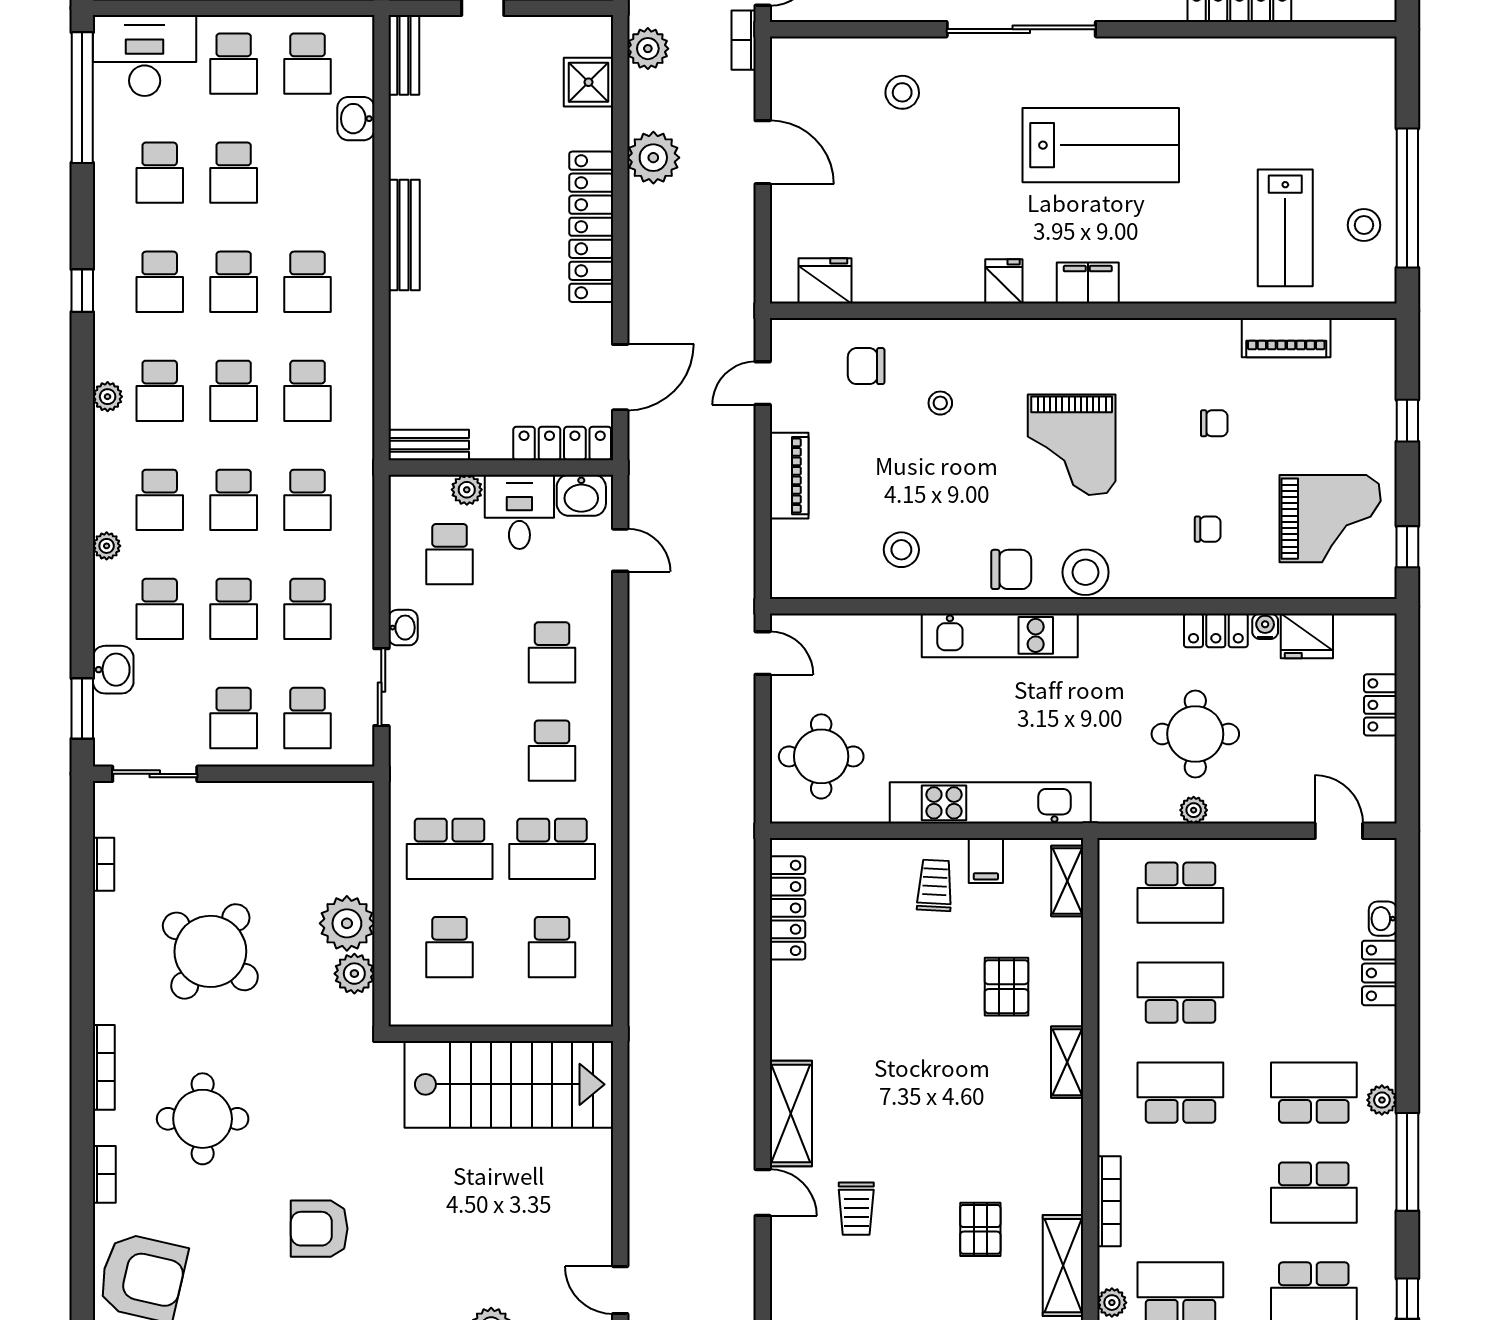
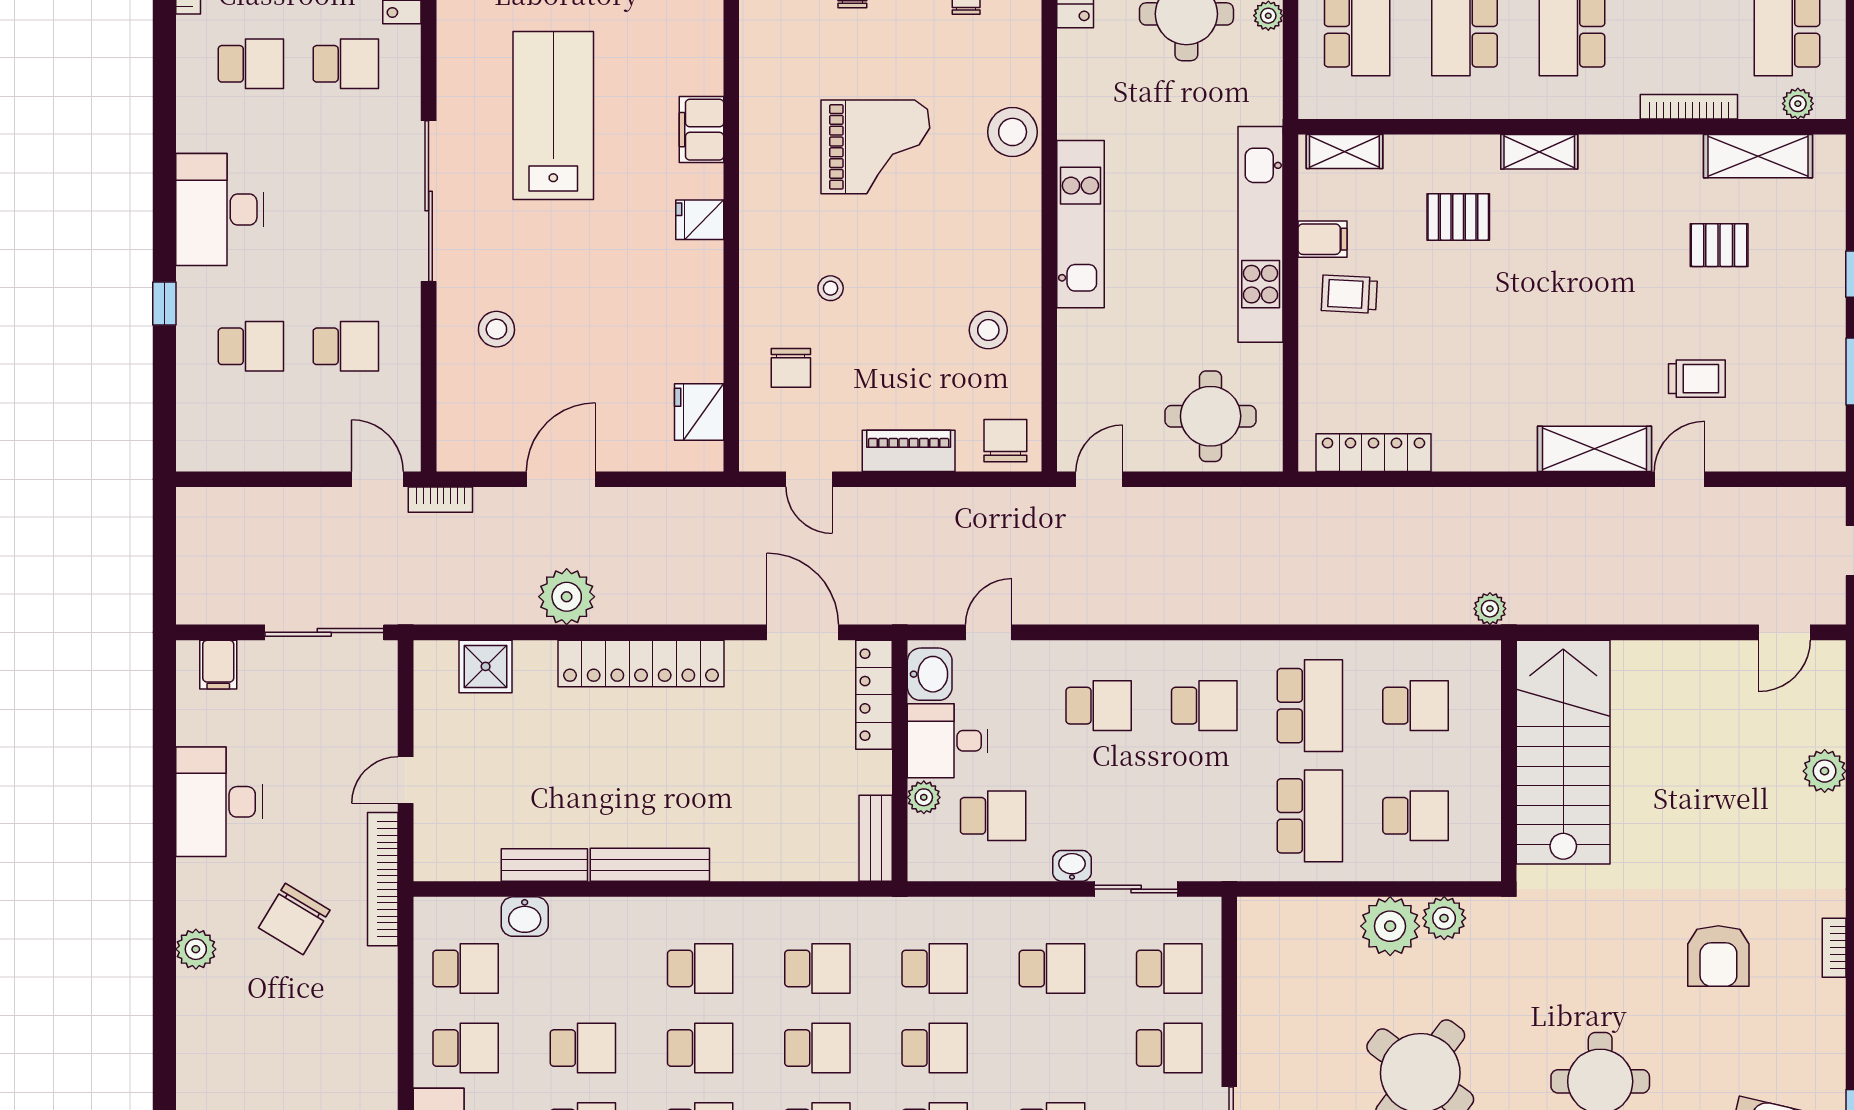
plant: (648, 49) -> (1490, 609), moved, width x0.73, depth x0.73
bench: (404, 55) -> (544, 865), moved
chair: (1011, 569) -> (1005, 441), moved
school desk: (234, 609) -> (1052, 1048), removed

